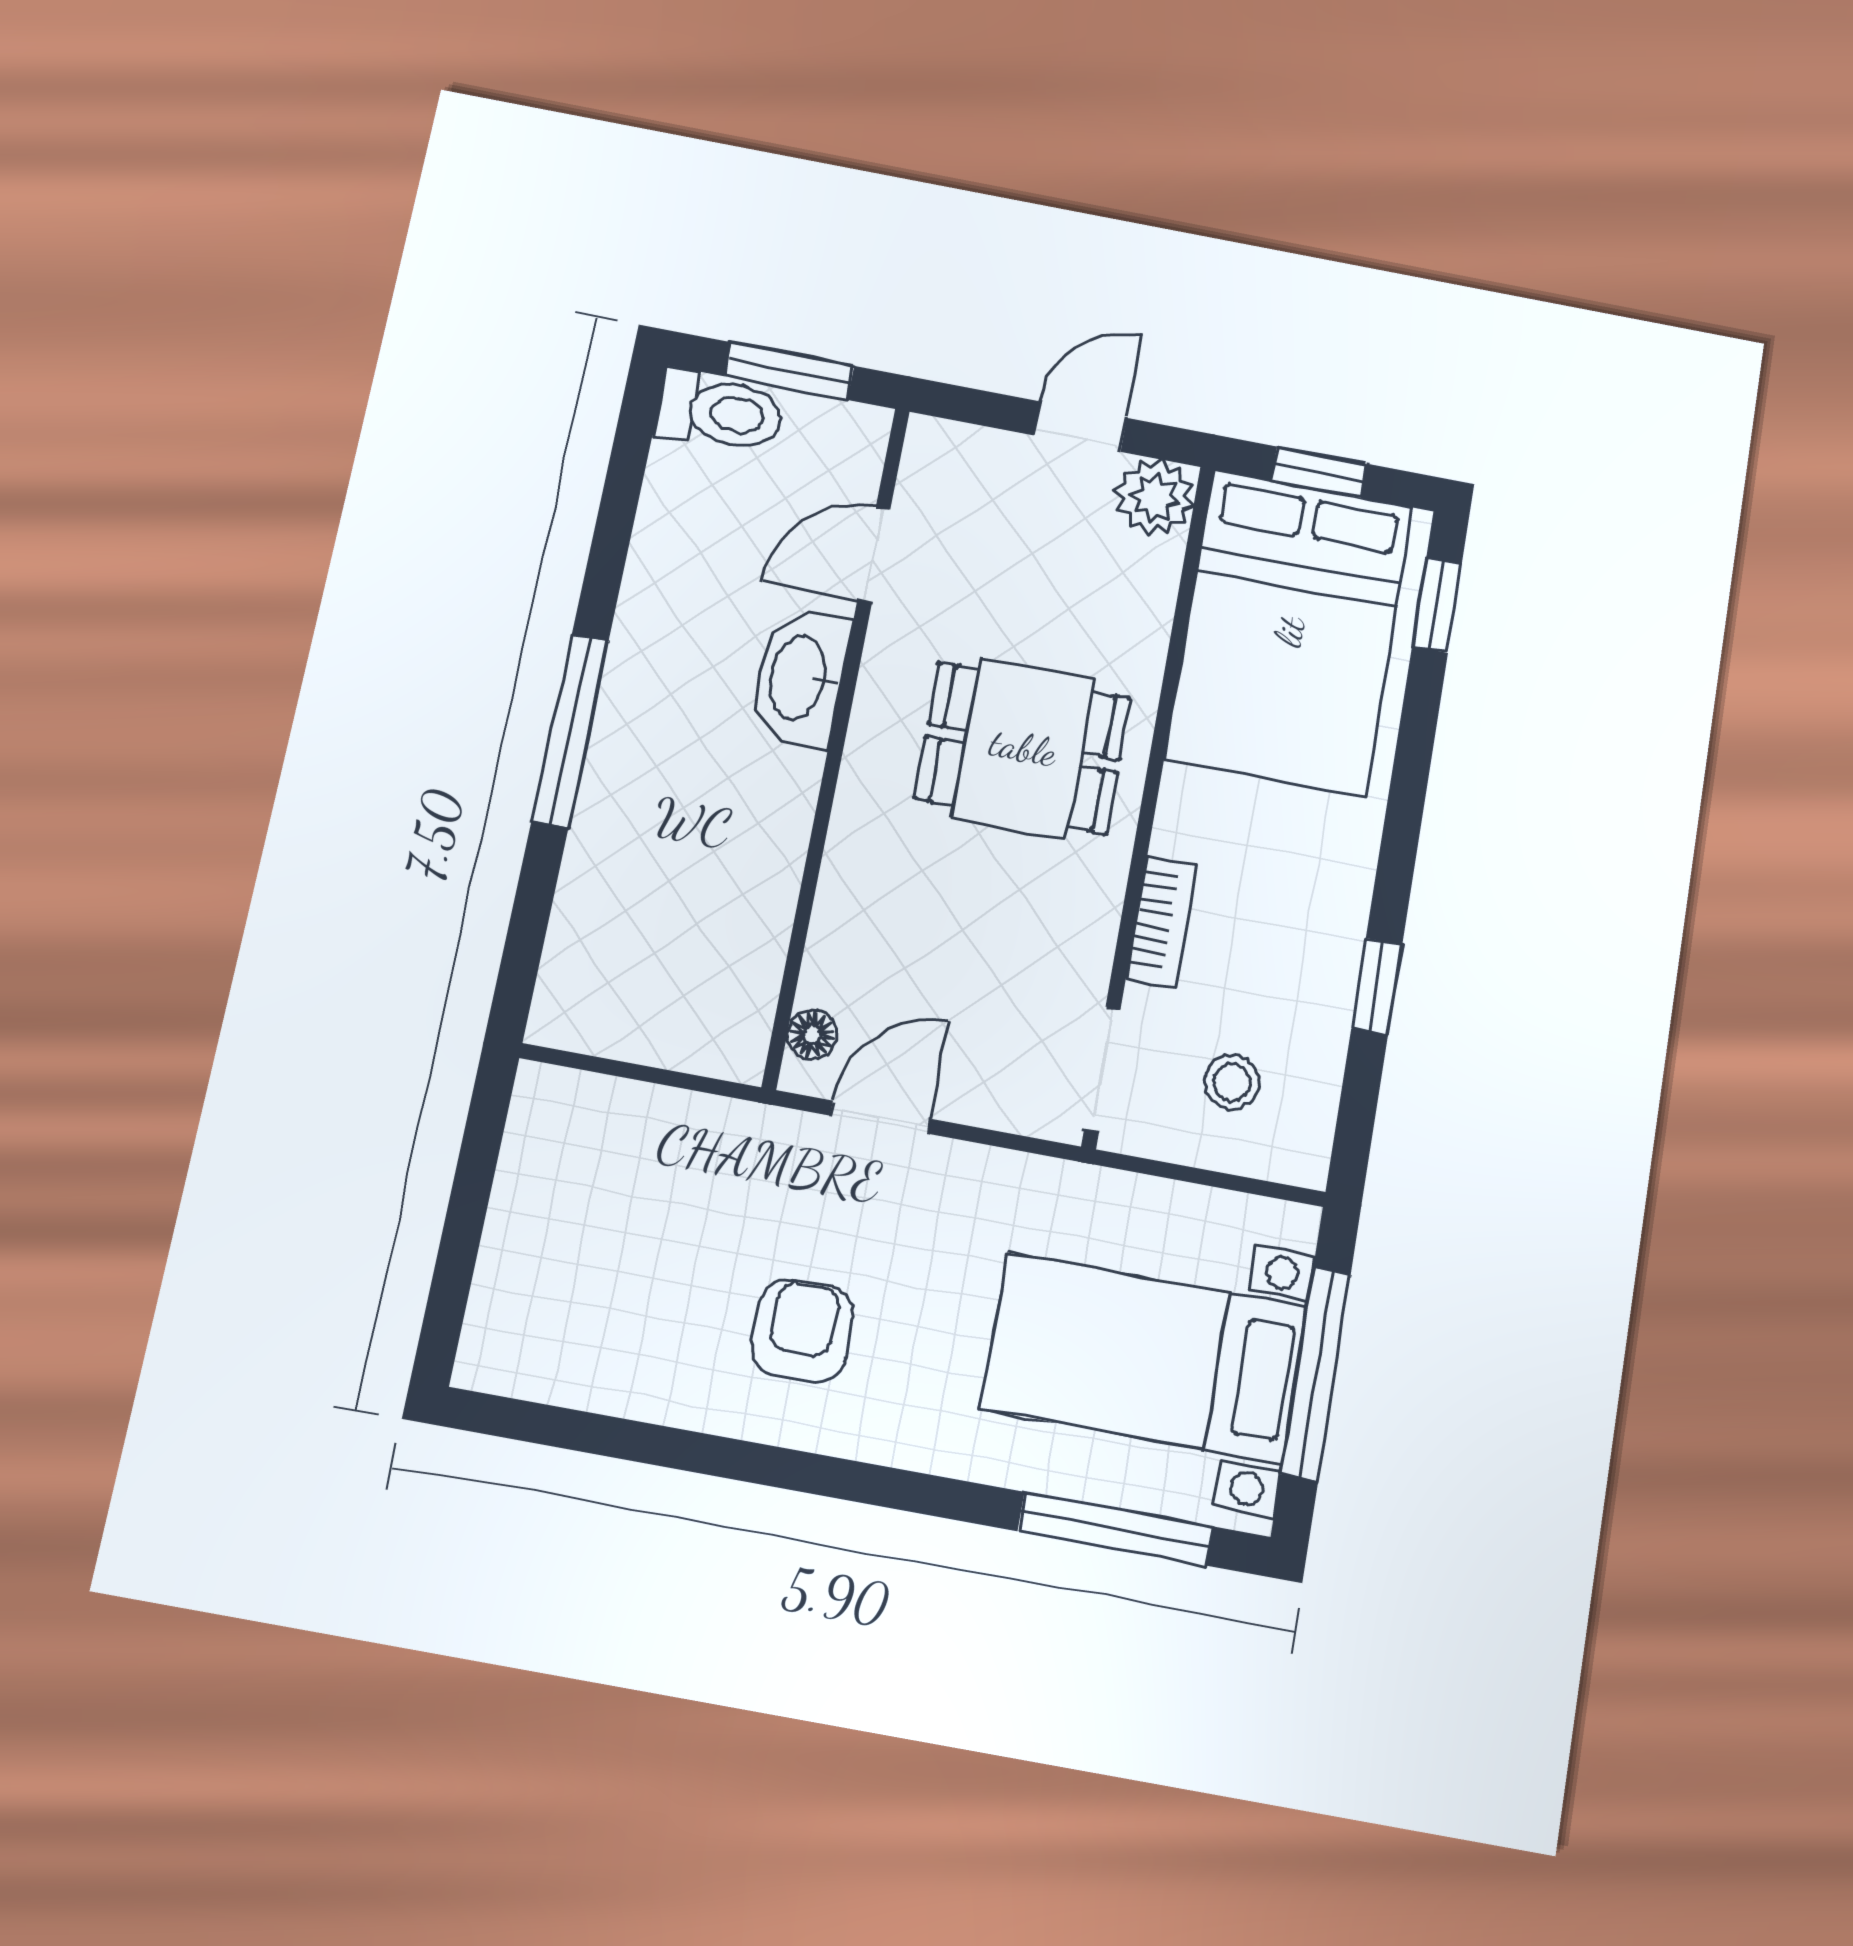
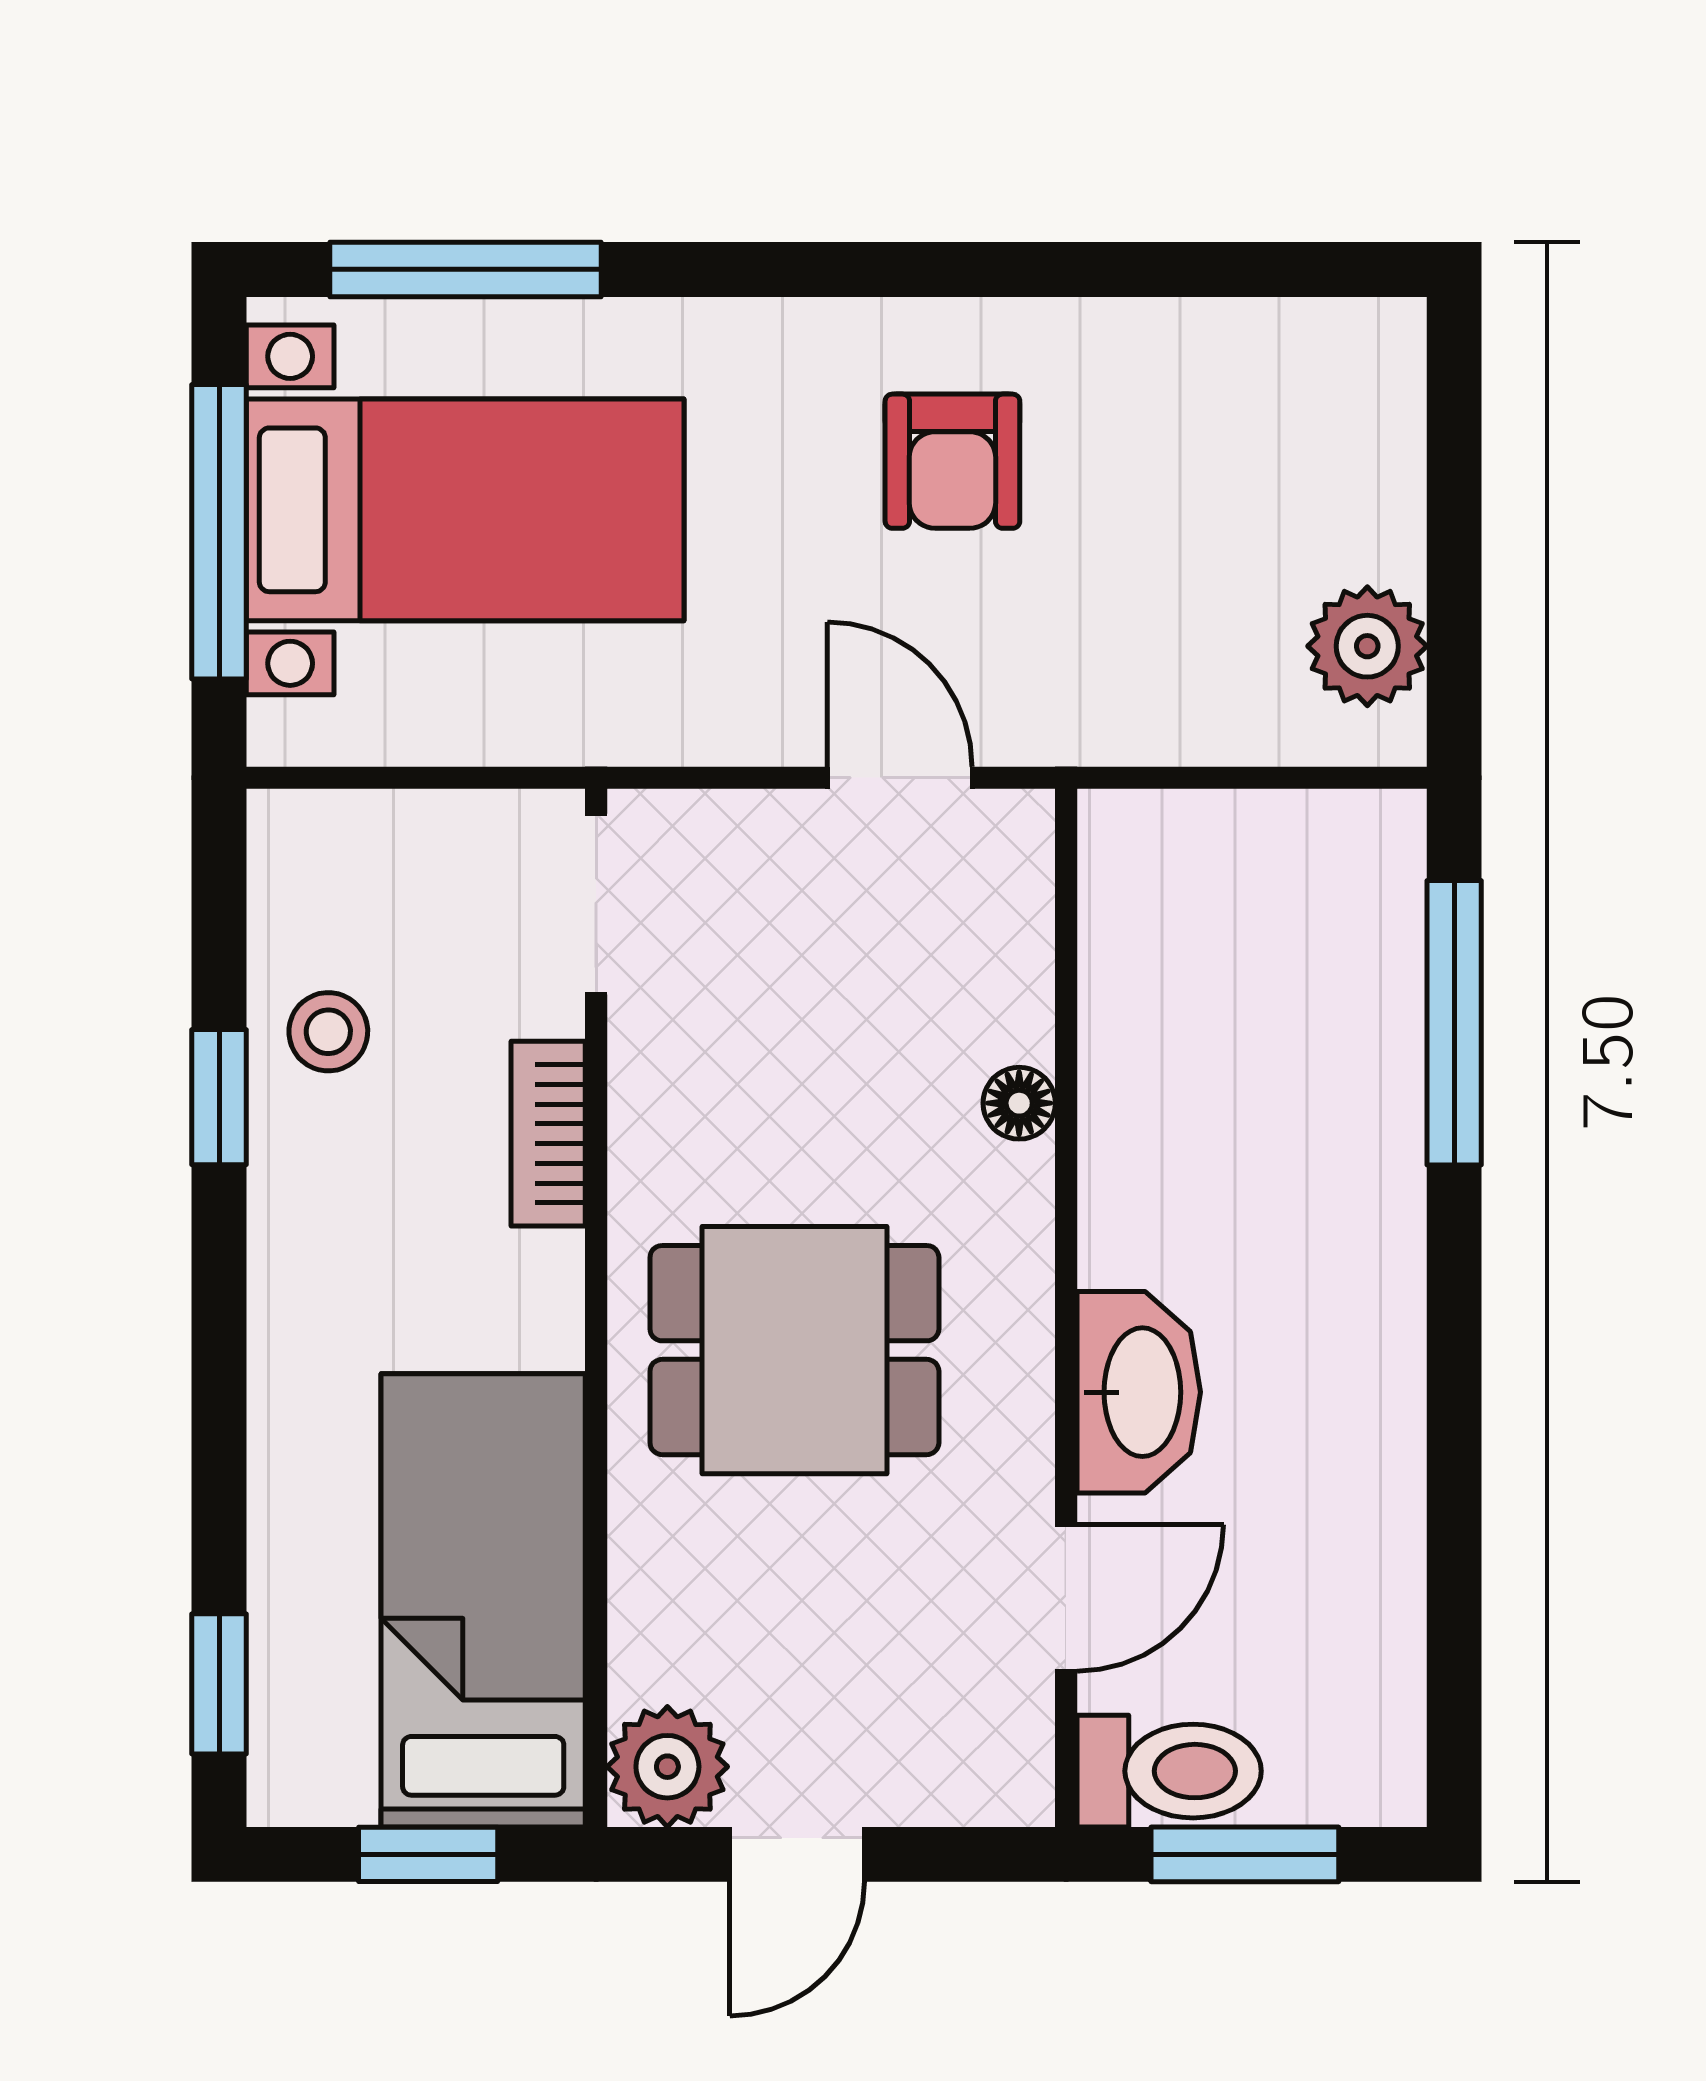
toilet: (720, 412) -> (1169, 1771), moved, turned 180
bed: (1290, 632) -> (483, 1600), width x0.67
window: (570, 730) -> (1454, 1023), moved
floor lamp: (812, 1035) -> (1019, 1103), moved
stool: (1232, 1082) -> (328, 1032), moved
door: (881, 1117) -> (900, 778), swing flipped
plant: (542, 1149) -> (1367, 646), added

